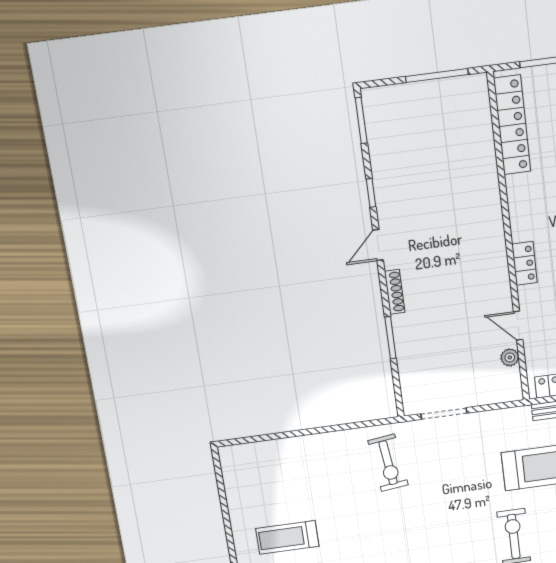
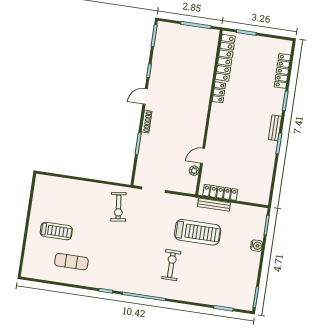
locker: (525, 263) -> (219, 92), moved
door: (518, 326) -> (203, 156), hinge flipped
treadmill: (287, 537) -> (56, 231), turned 180

